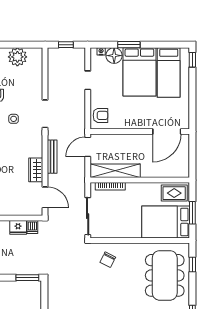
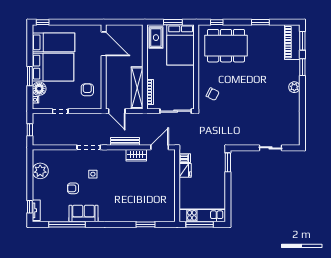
armchair: (100, 115) -> (87, 90), moved

